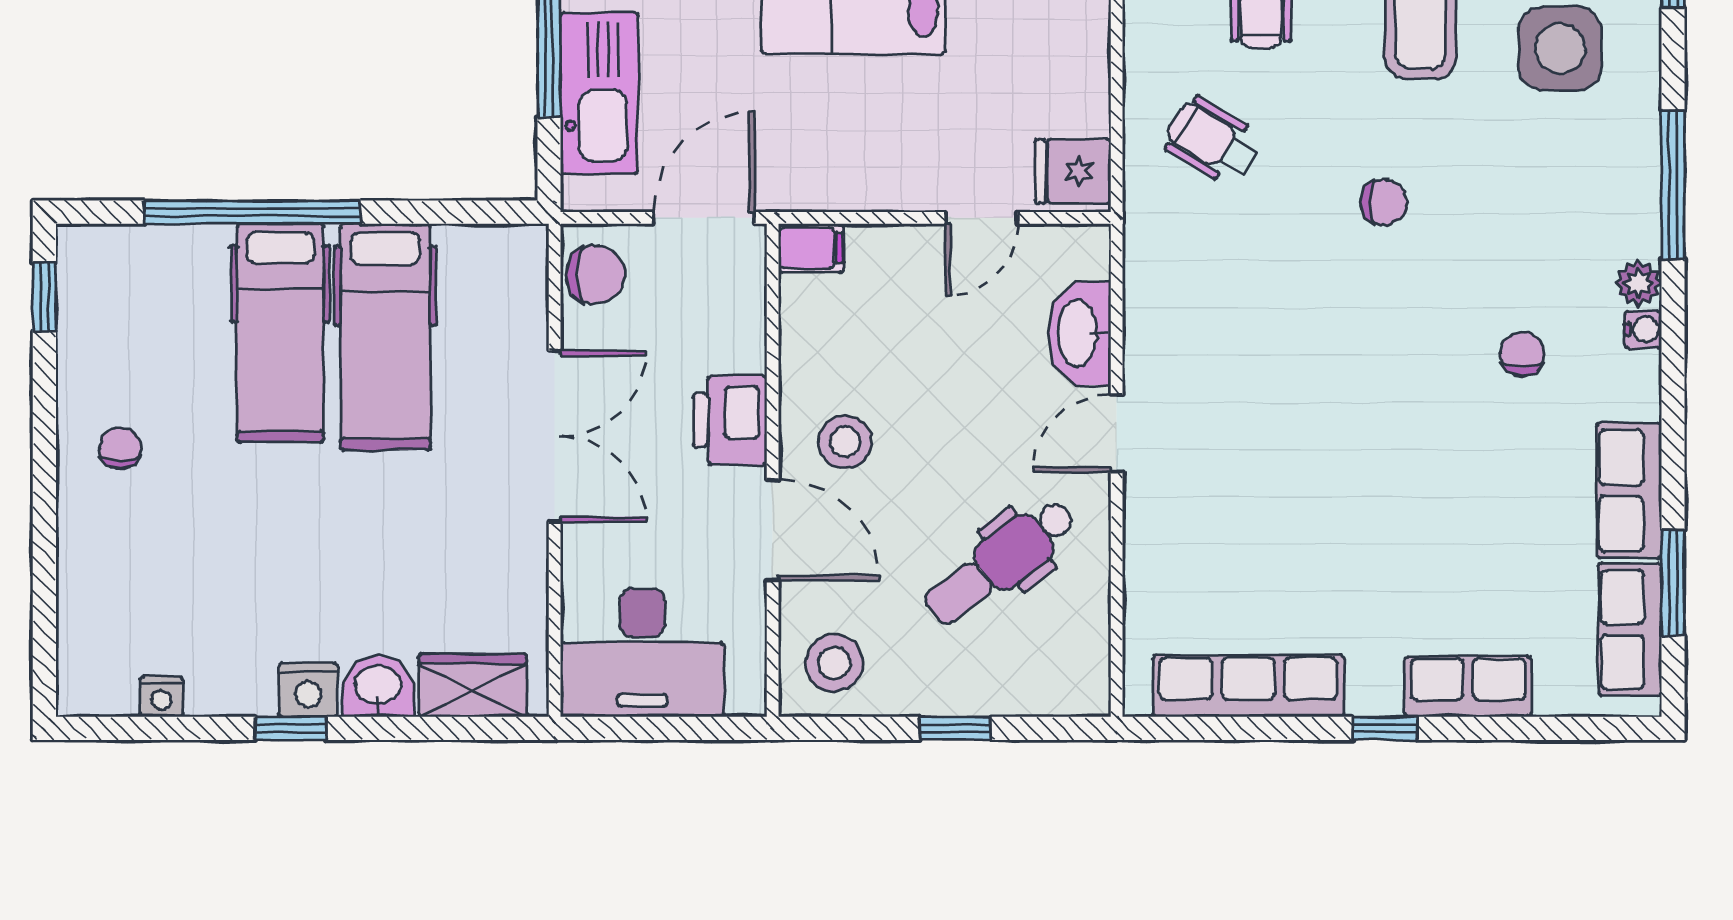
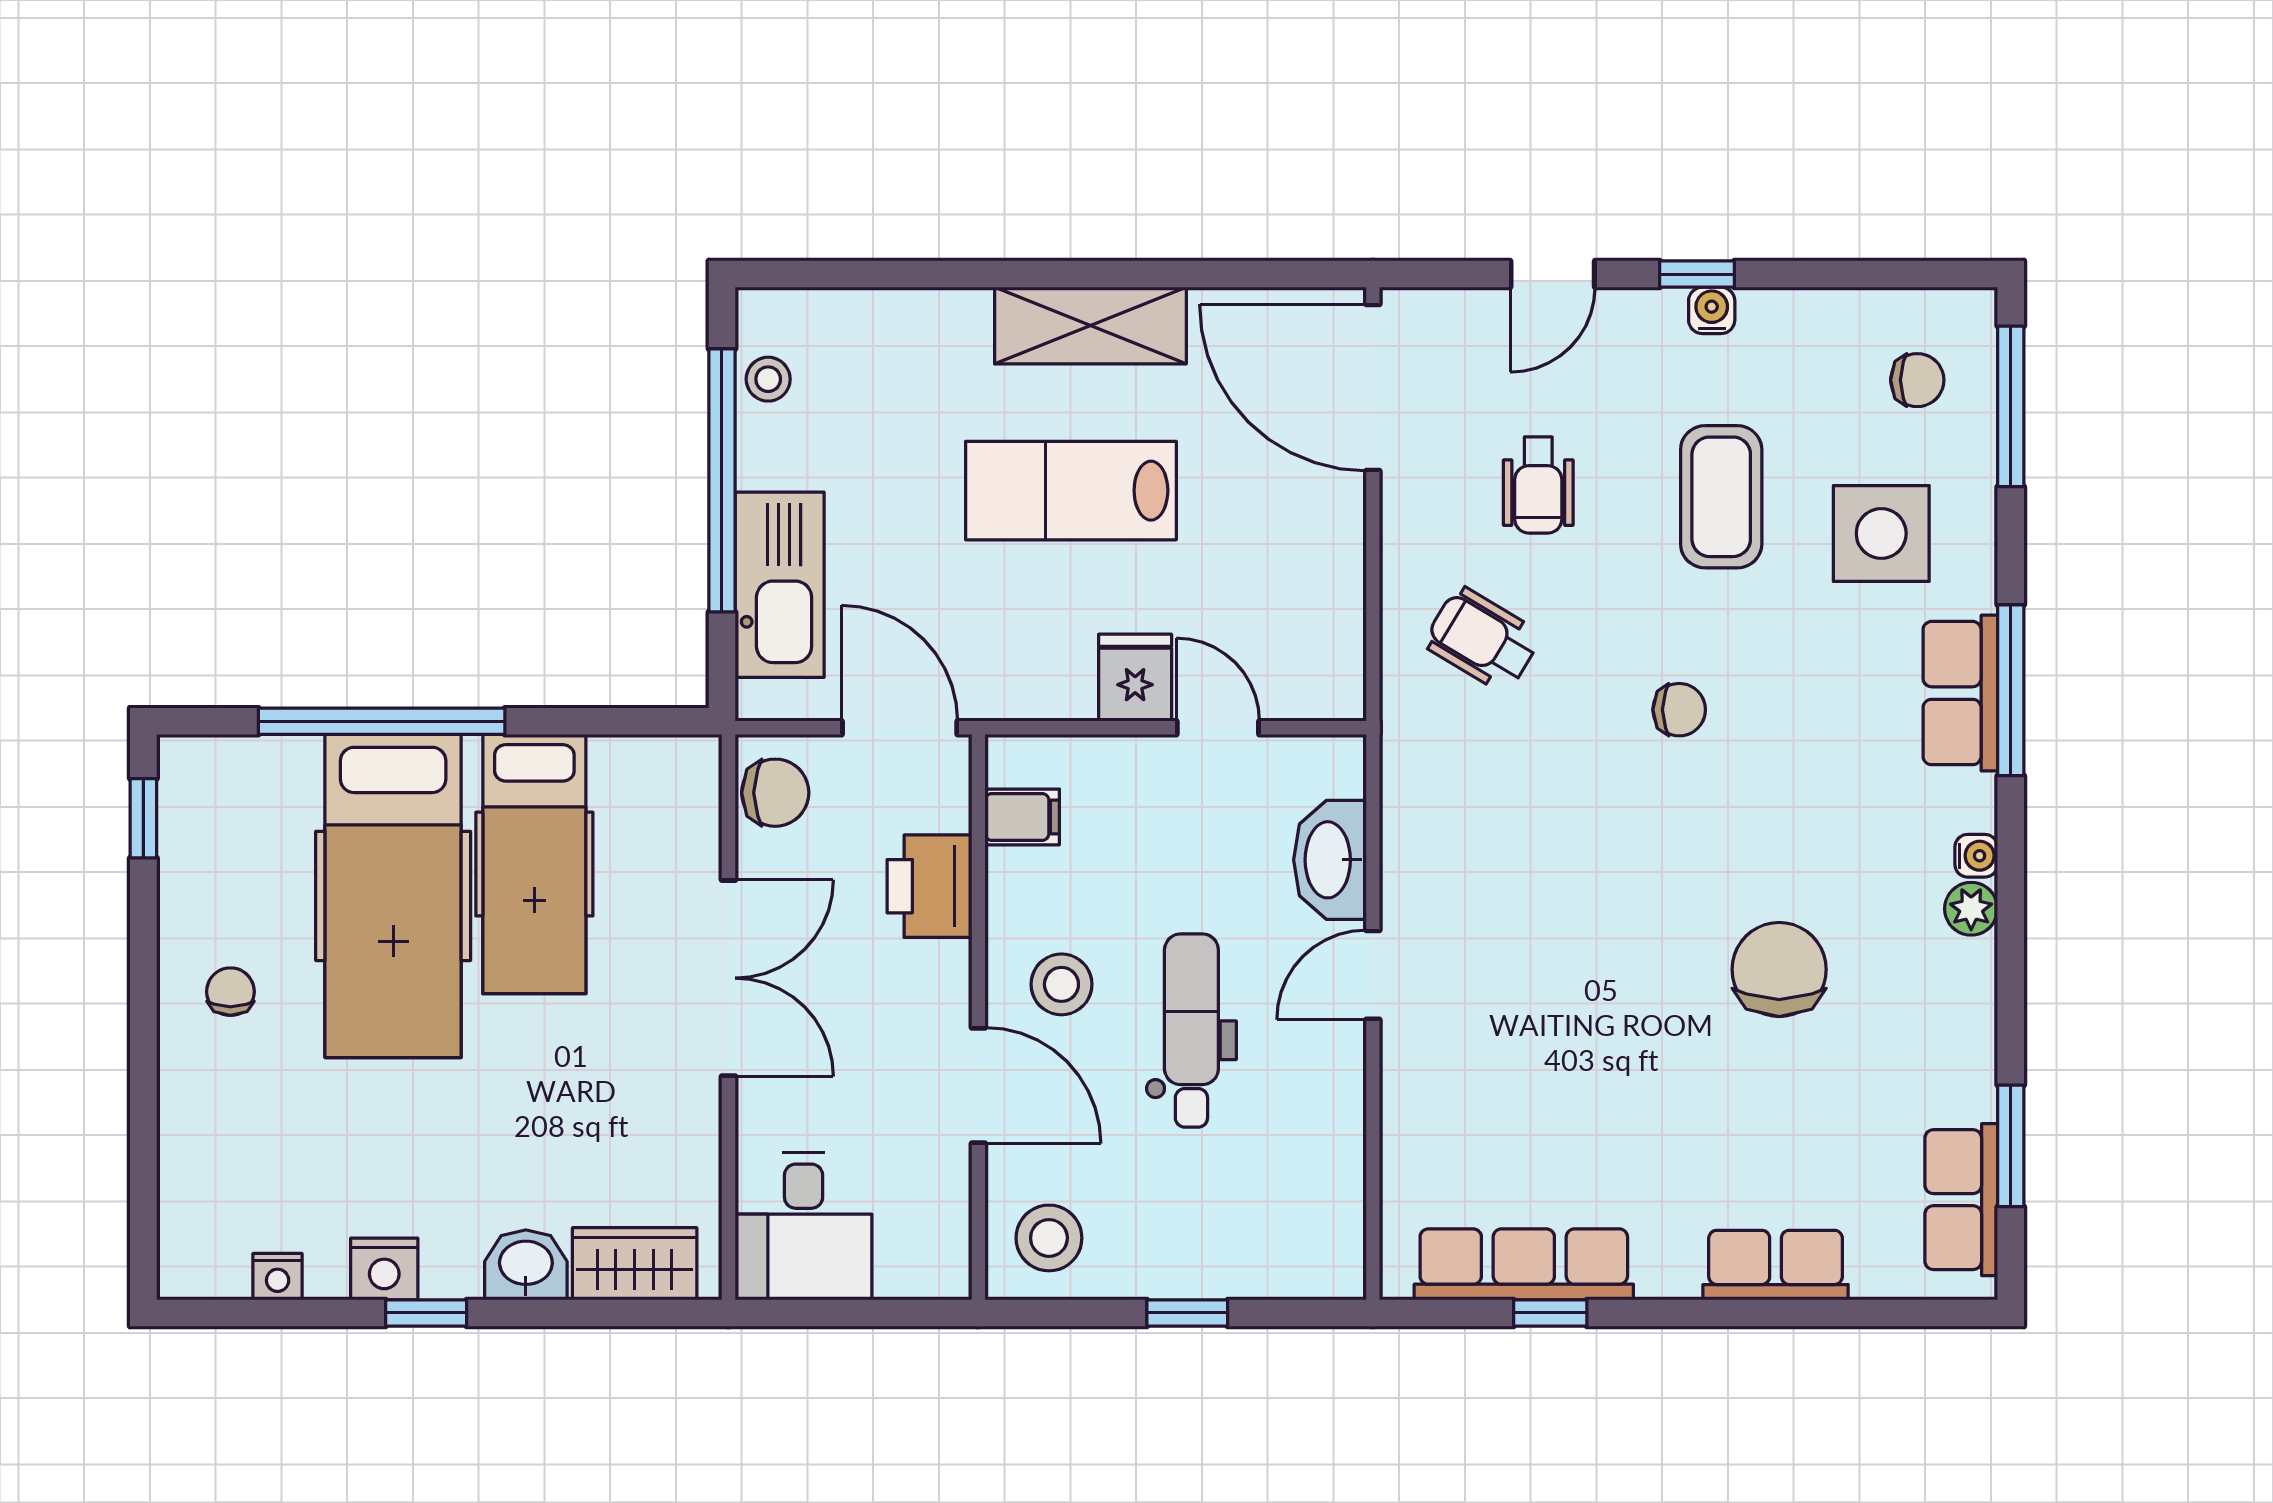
fridge: (1073, 172) -> (1135, 678), moved, turned 90
door: (704, 218) -> (900, 728), hinge flipped
door: (982, 218) -> (1218, 728), swing flipped
filing cabinet: (811, 248) -> (1022, 817), moved
plant: (1638, 283) -> (1971, 909), moved
hospital bed: (280, 333) -> (393, 896), width x1.37, depth x1.29
chair: (1522, 354) -> (1779, 969), moved, width x1.87, depth x1.87
printer: (730, 420) -> (929, 886), moved
row of seats: (1629, 491) -> (1960, 693), moved
dental chair: (1000, 562) -> (1191, 1031), moved, turned 127
desk: (642, 653) -> (804, 1226), width x0.73
nightstand: (308, 690) -> (384, 1269), moved
window: (1385, 728) -> (1550, 1313), moved

